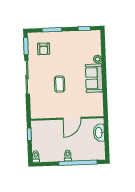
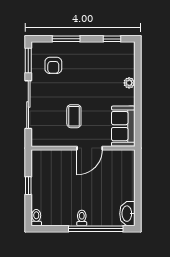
sofa: (94, 78) -> (123, 126), moved
door: (72, 118) -> (90, 148), moved
wall: (67, 119) -> (83, 148), moved
washbasin: (99, 133) -> (127, 214), moved

